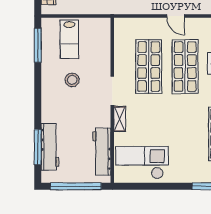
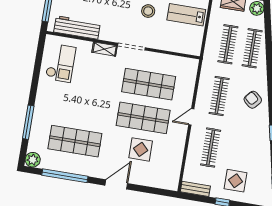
checkout: (142, 163) -> (61, 63), width x0.73, depth x0.83

